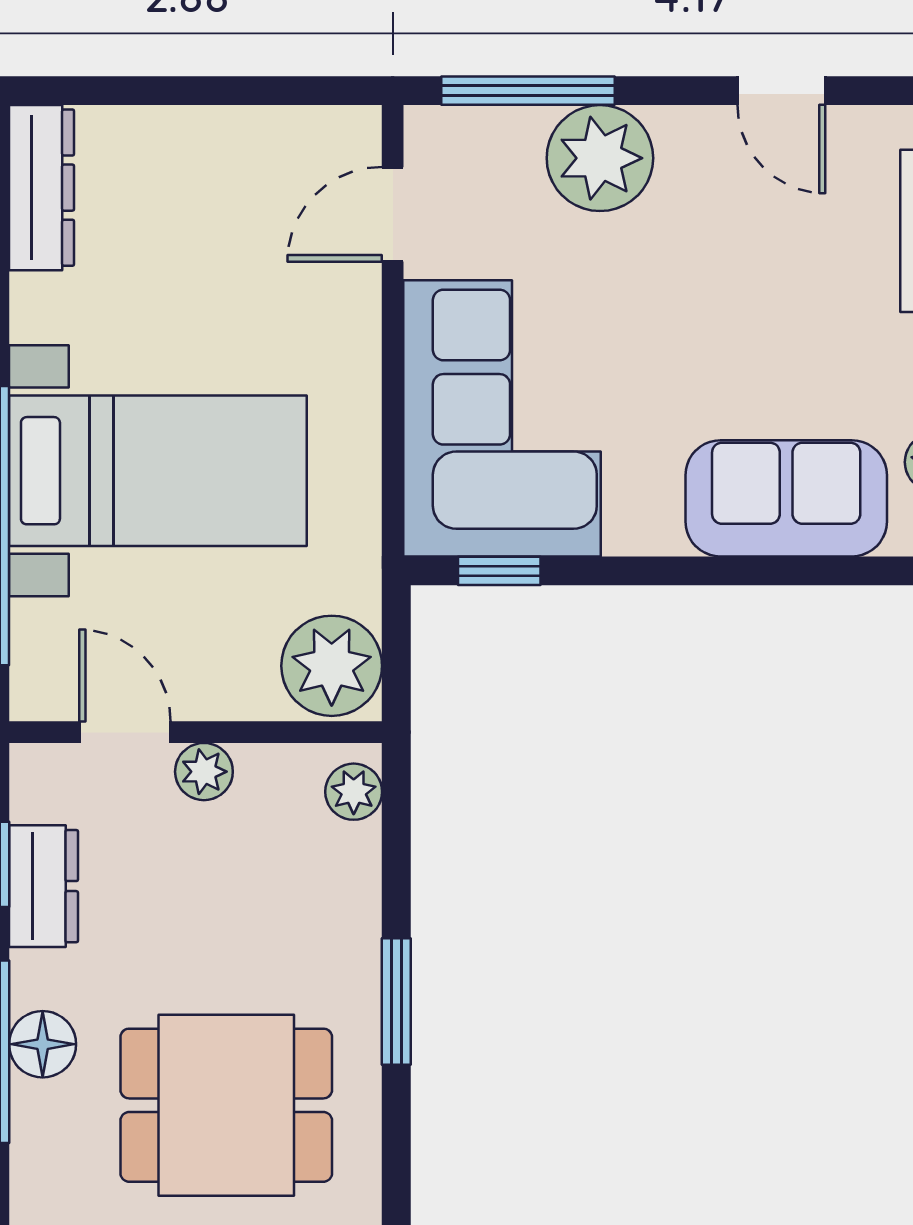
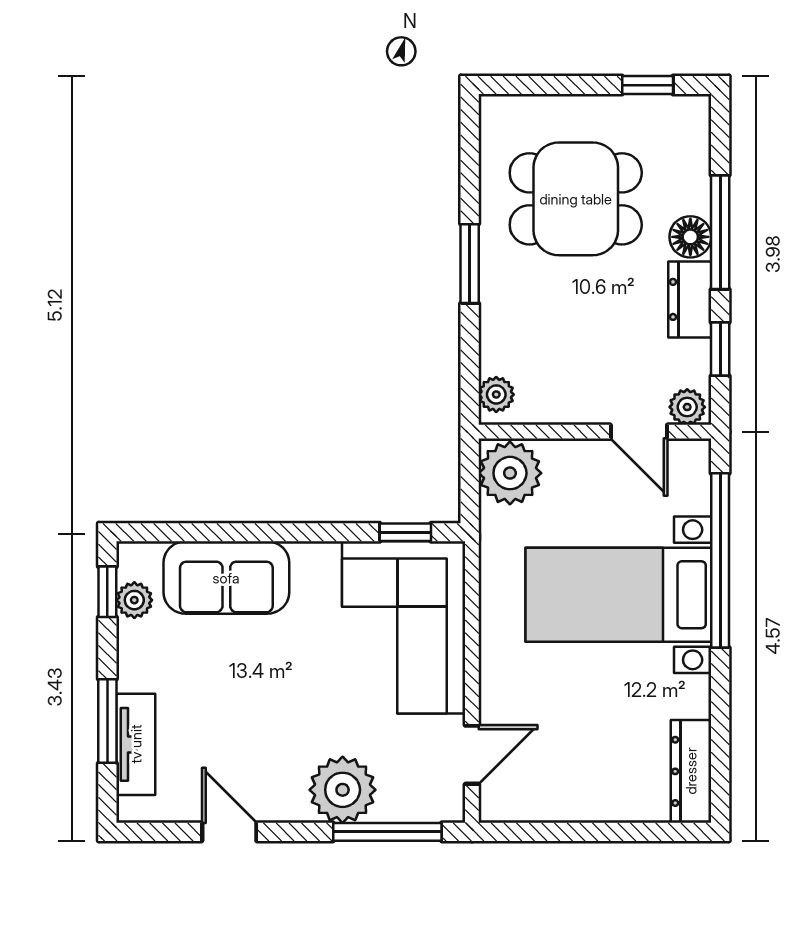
plant: (204, 772) -> (687, 407), moved
dresser: (44, 886) -> (690, 299), moved

